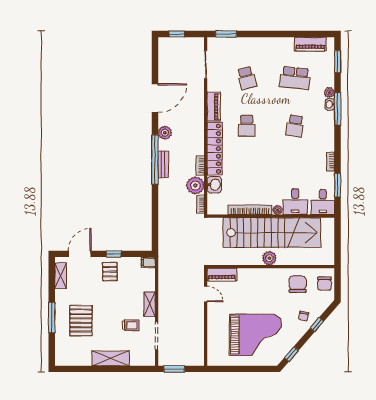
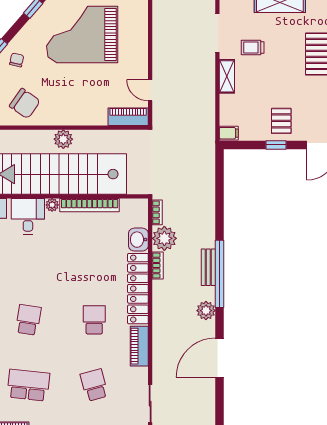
chair: (298, 284) -> (25, 104), turned -55

